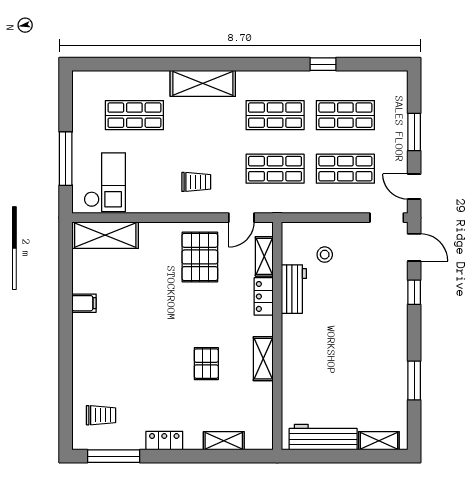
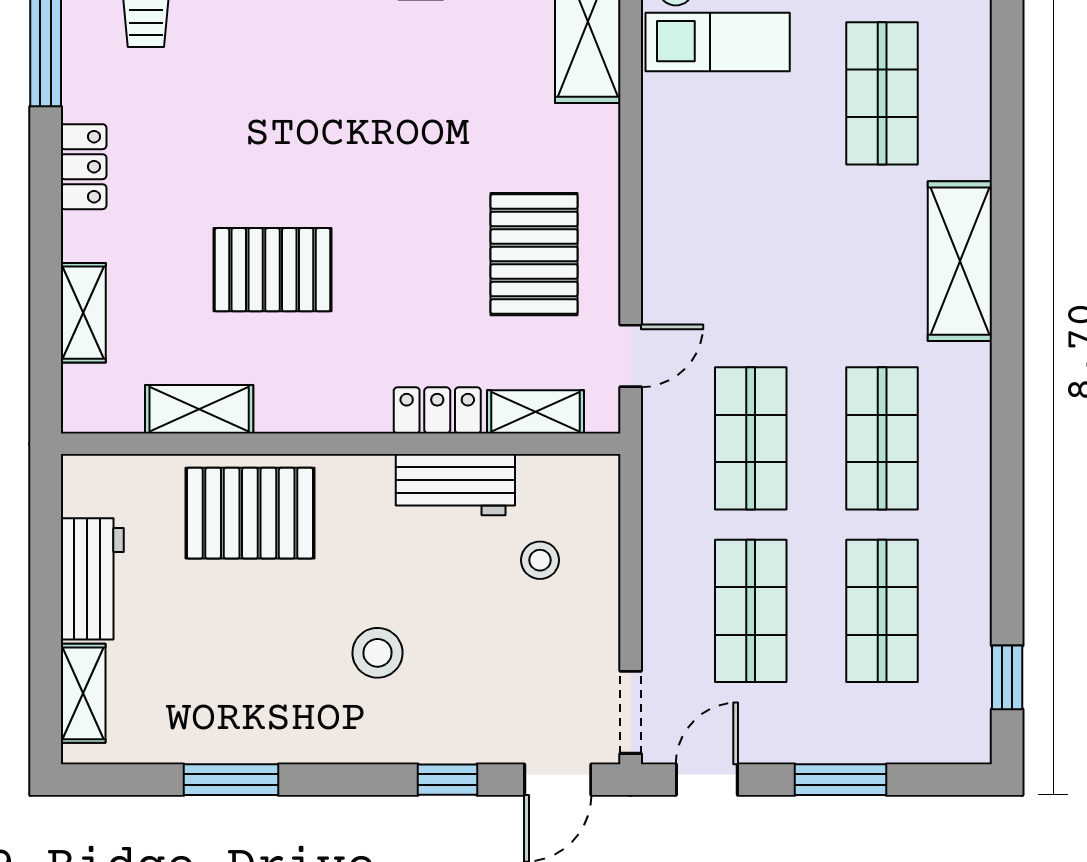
window: (323, 64) -> (1007, 677), moved
trolley: (196, 182) -> (718, 245), removed
door: (241, 218) -> (631, 356), swing flipped
pallet: (200, 257) -> (534, 254), turned 90
stool: (362, 321) -> (378, 653), added
shelving: (263, 359) -> (199, 409), moved
pallet: (206, 364) -> (272, 270), width x1.50, depth x1.42
pallet: (306, 373) -> (250, 513), added
workbench: (323, 437) -> (92, 579), width x0.73

